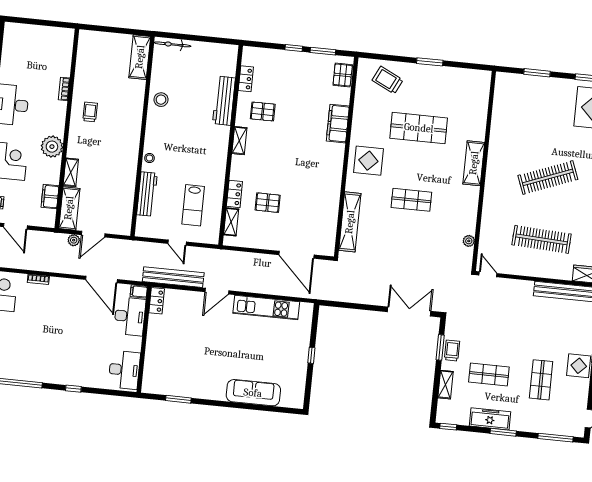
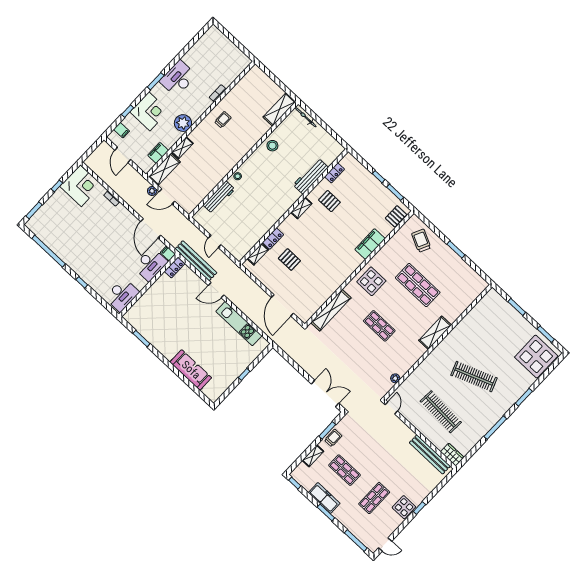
lab bench: (193, 205) -> (242, 226), removed

